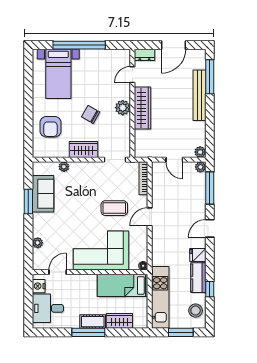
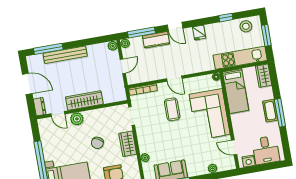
plant: (123, 108) -> (77, 119), moved
kitchen counter: (198, 278) -> (156, 40), moved
wardrobe: (119, 321) -> (264, 76), moved

